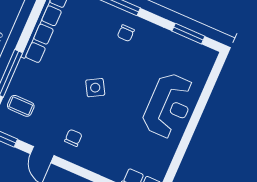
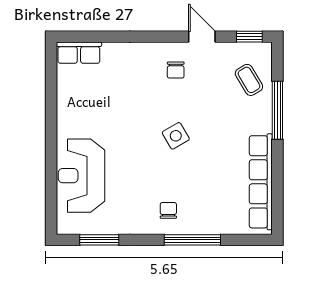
coffee table: (21, 106) -> (249, 80), turned 59
reception desk: (169, 106) -> (81, 176), moved

